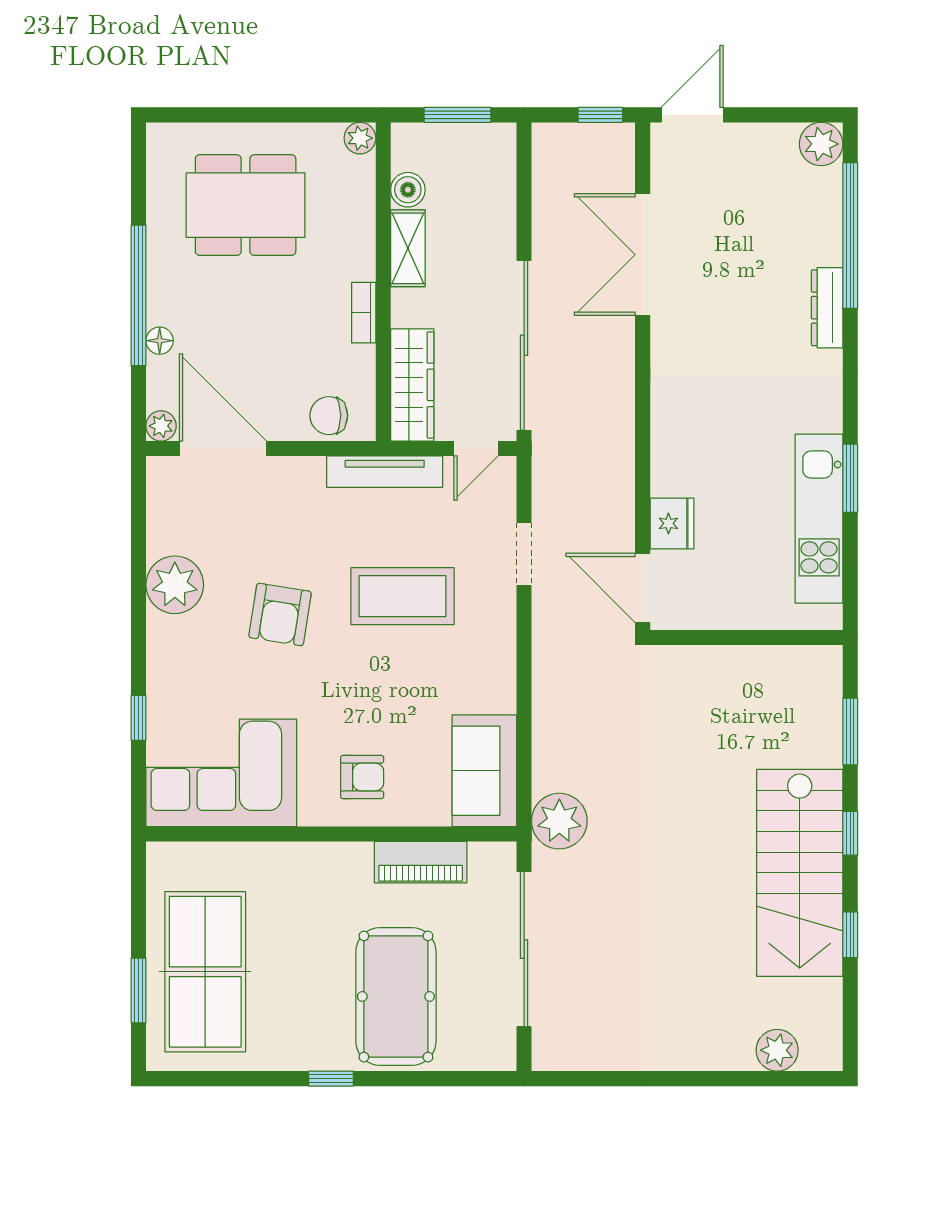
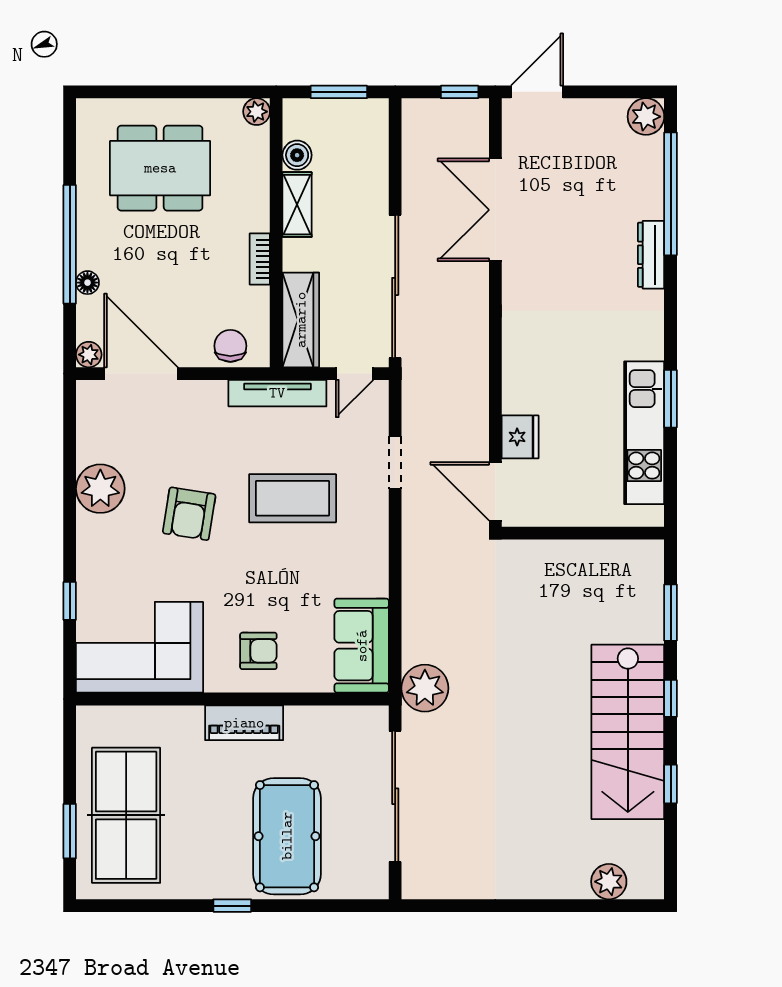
chair: (329, 416) -> (230, 346), turned 90
piano: (421, 862) -> (244, 723), moved

